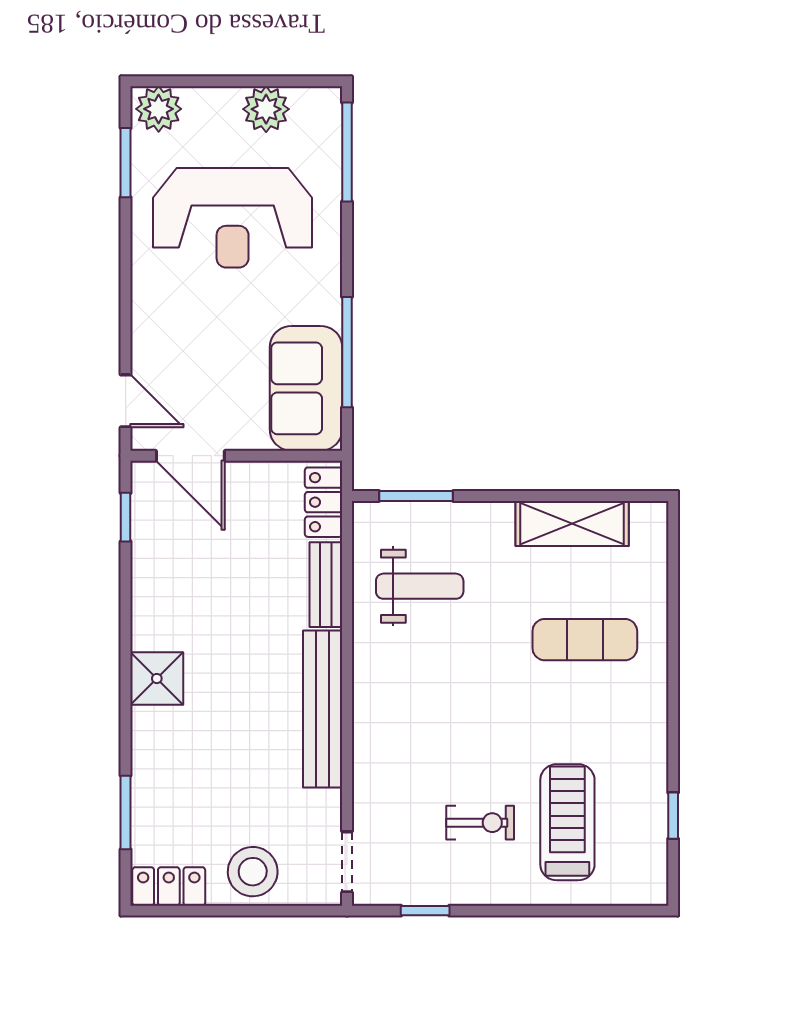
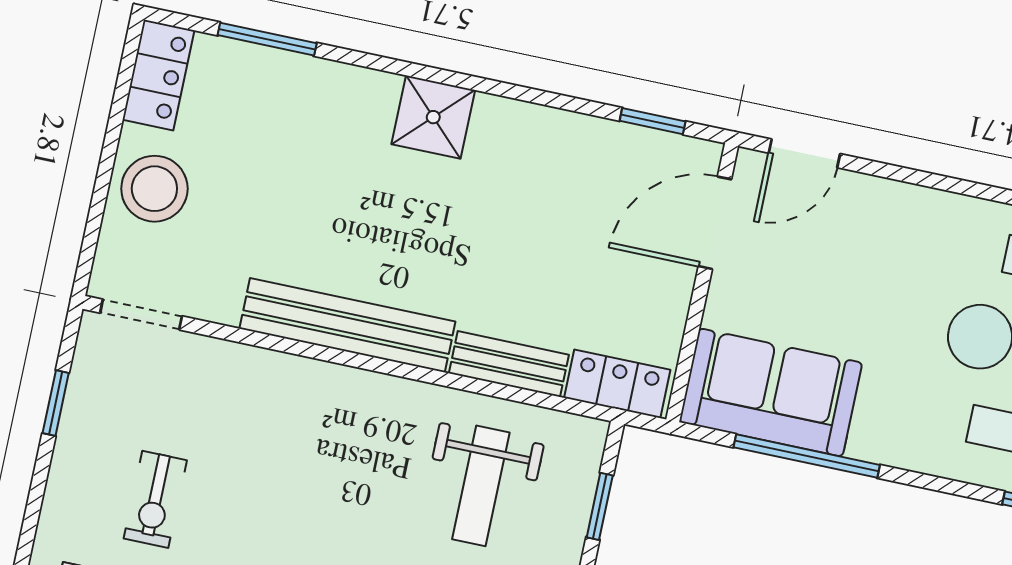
window: (416, 496) -> (600, 506), width x0.67

